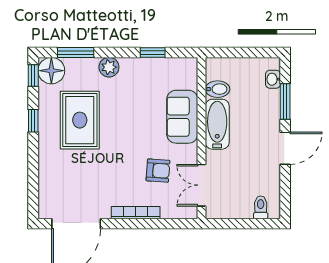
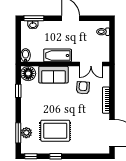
plant: (109, 67) -> (26, 133), moved
floor lamp: (51, 71) -> (28, 73), moved
bidet: (218, 89) -> (26, 55), moved
window: (285, 102) -> (34, 18), moved

